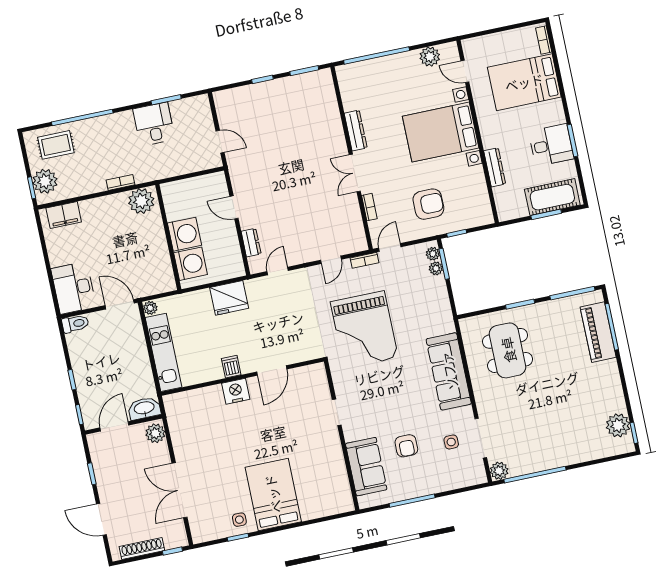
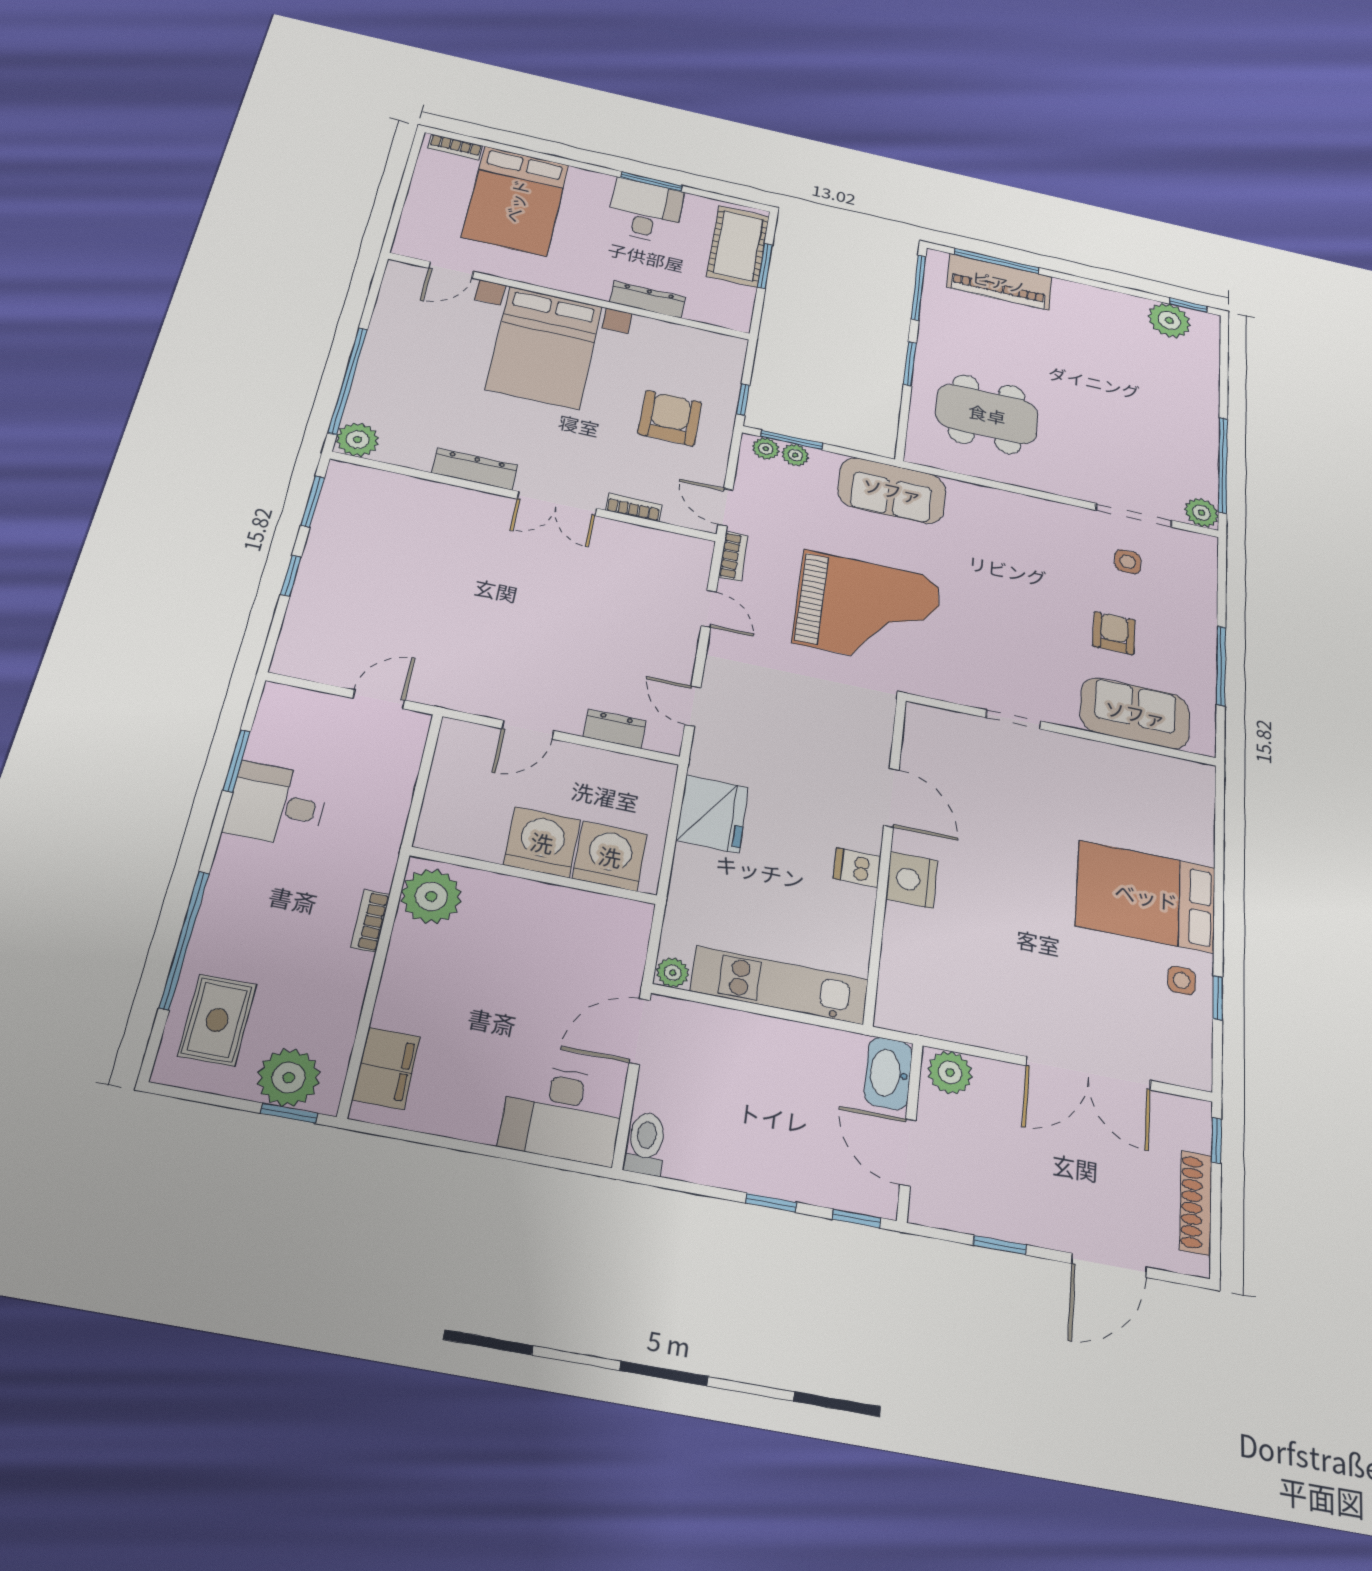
plant: (430, 57) -> (358, 440), moved
sofa: (449, 371) -> (892, 490), moved, width x0.73
armchair: (406, 446) -> (1114, 633), turned -90

